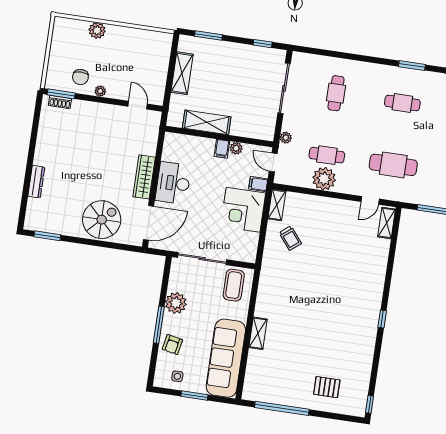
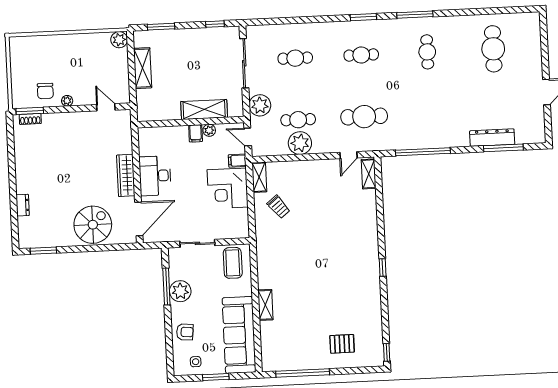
plant: (97, 30) -> (119, 40), moved
cafe table: (336, 93) -> (295, 58), turned 90
shelving: (207, 122) -> (204, 109), moved
plant: (286, 138) -> (260, 105), width x1.87, depth x1.87
dresser: (36, 182) -> (23, 205), width x0.70
sliding door: (202, 259) -> (197, 243), width x0.73
window: (159, 325) -> (166, 286), moved
armchair: (172, 345) -> (185, 332), turned -96

